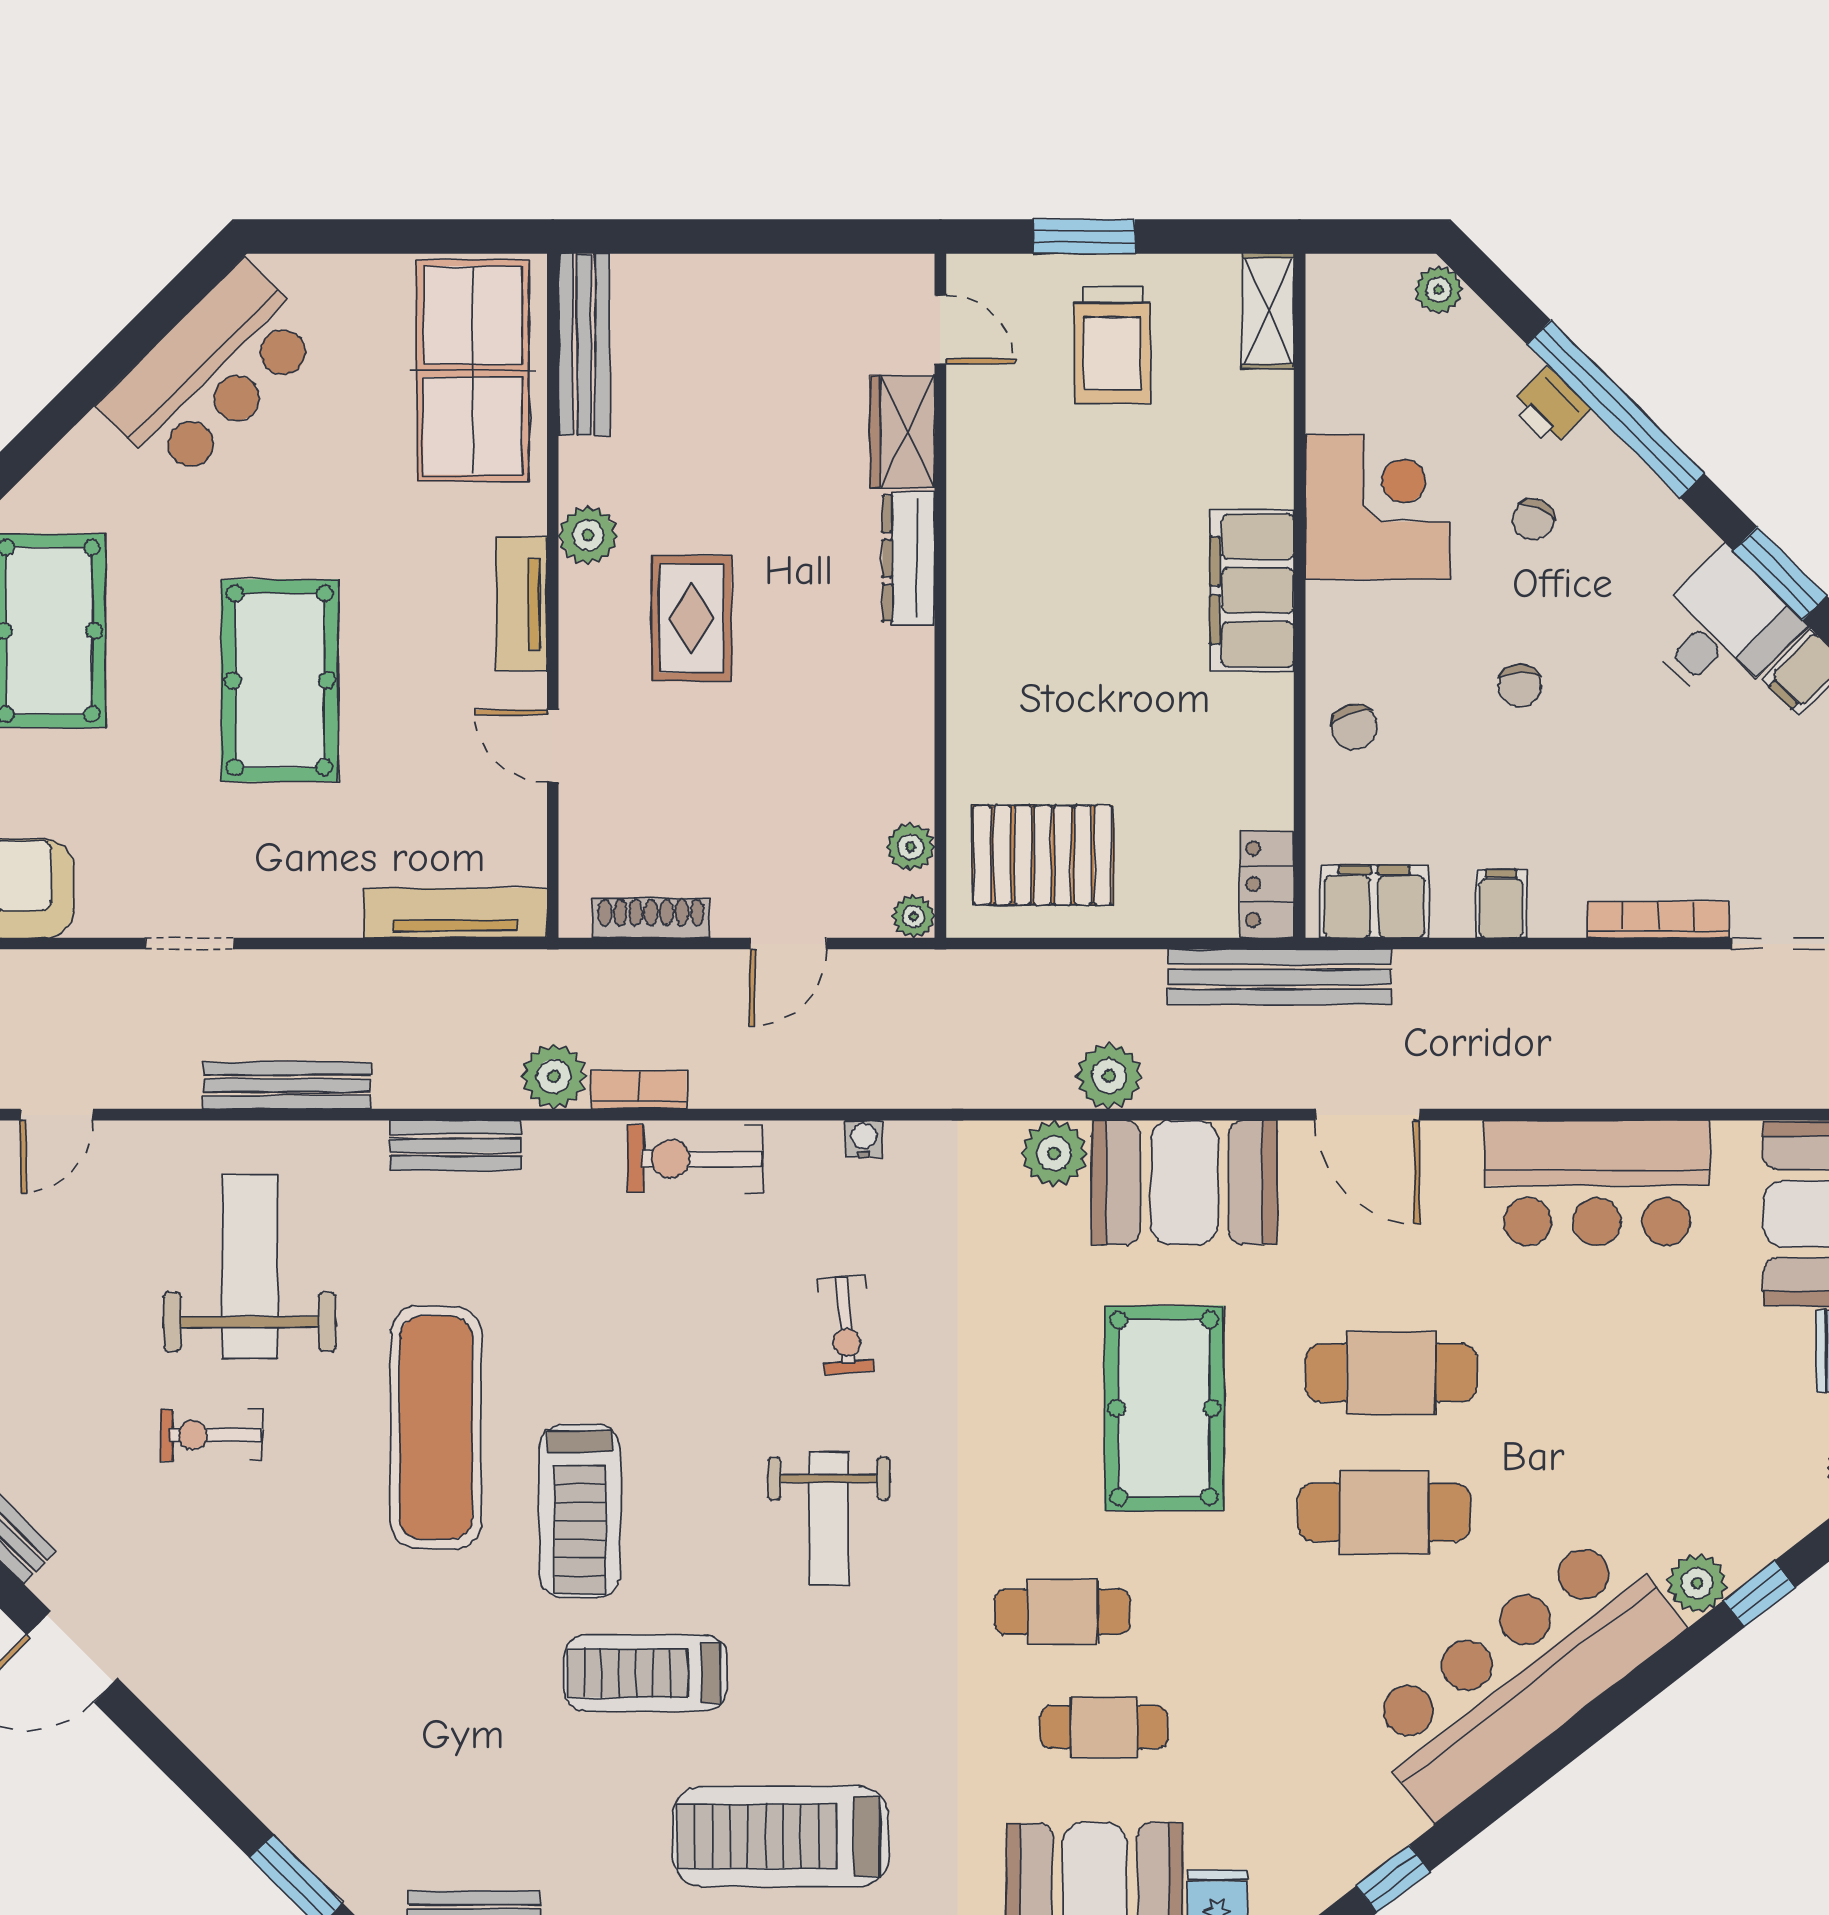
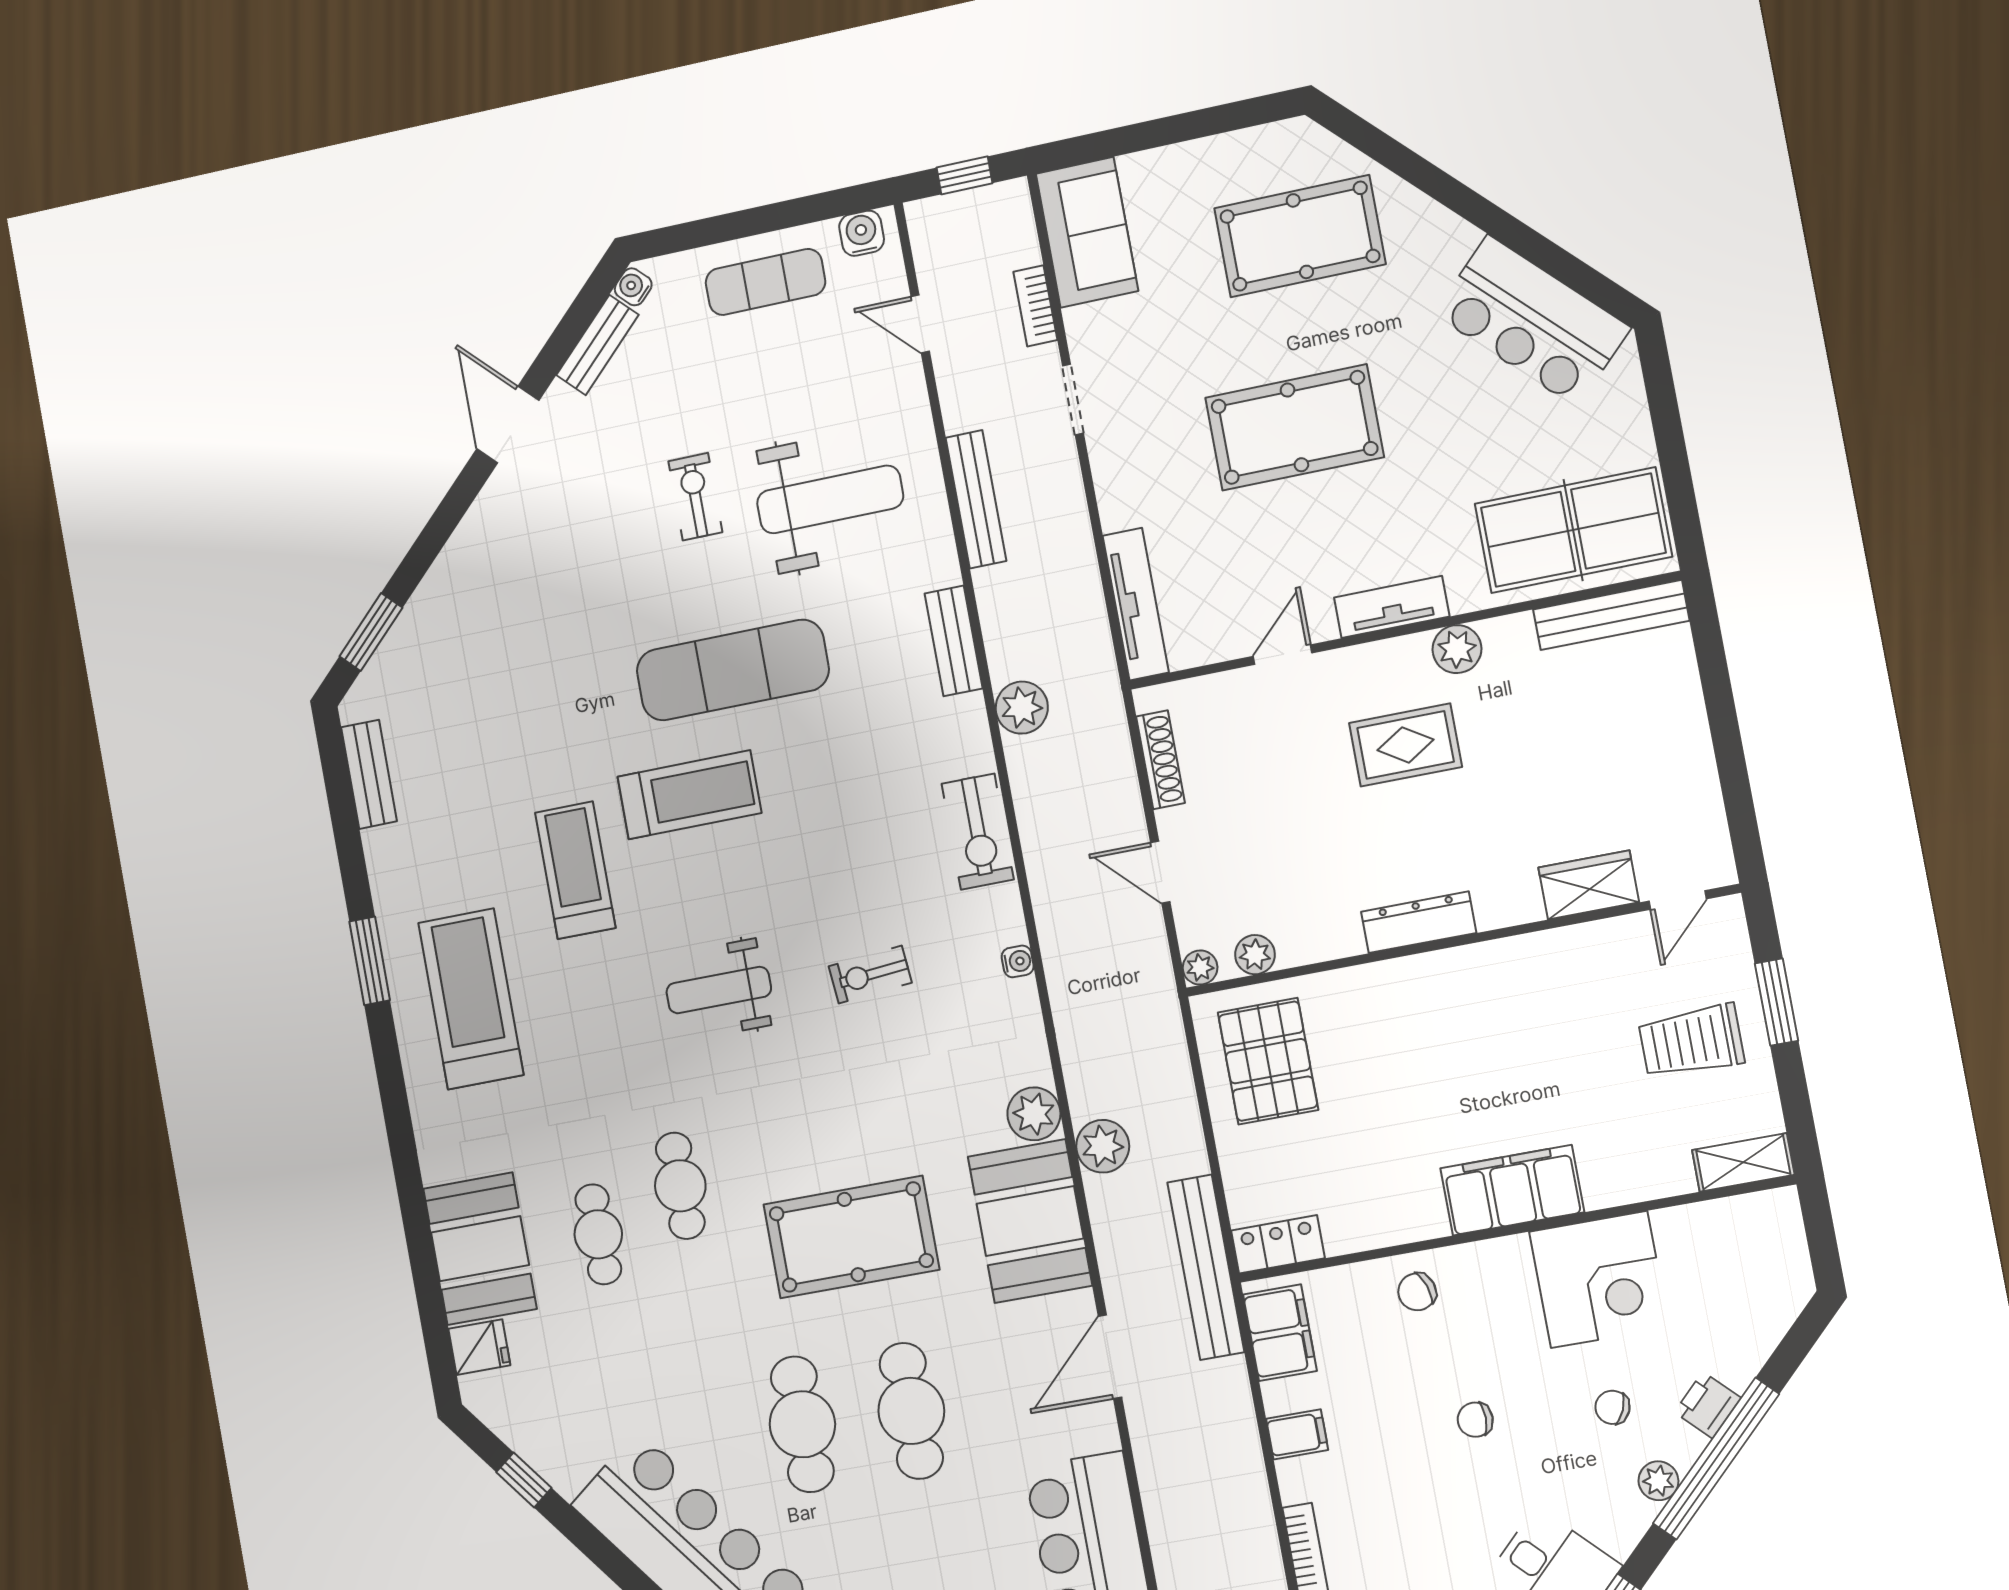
plant: (1439, 290) -> (1658, 1481), moved
dresser: (909, 558) -> (1419, 922), moved
bookcase: (639, 1090) -> (1035, 306), moved, turned 180
exercise bike: (695, 1159) -> (978, 832), turned 180
treadmill: (580, 1511) -> (689, 795), turned 180

